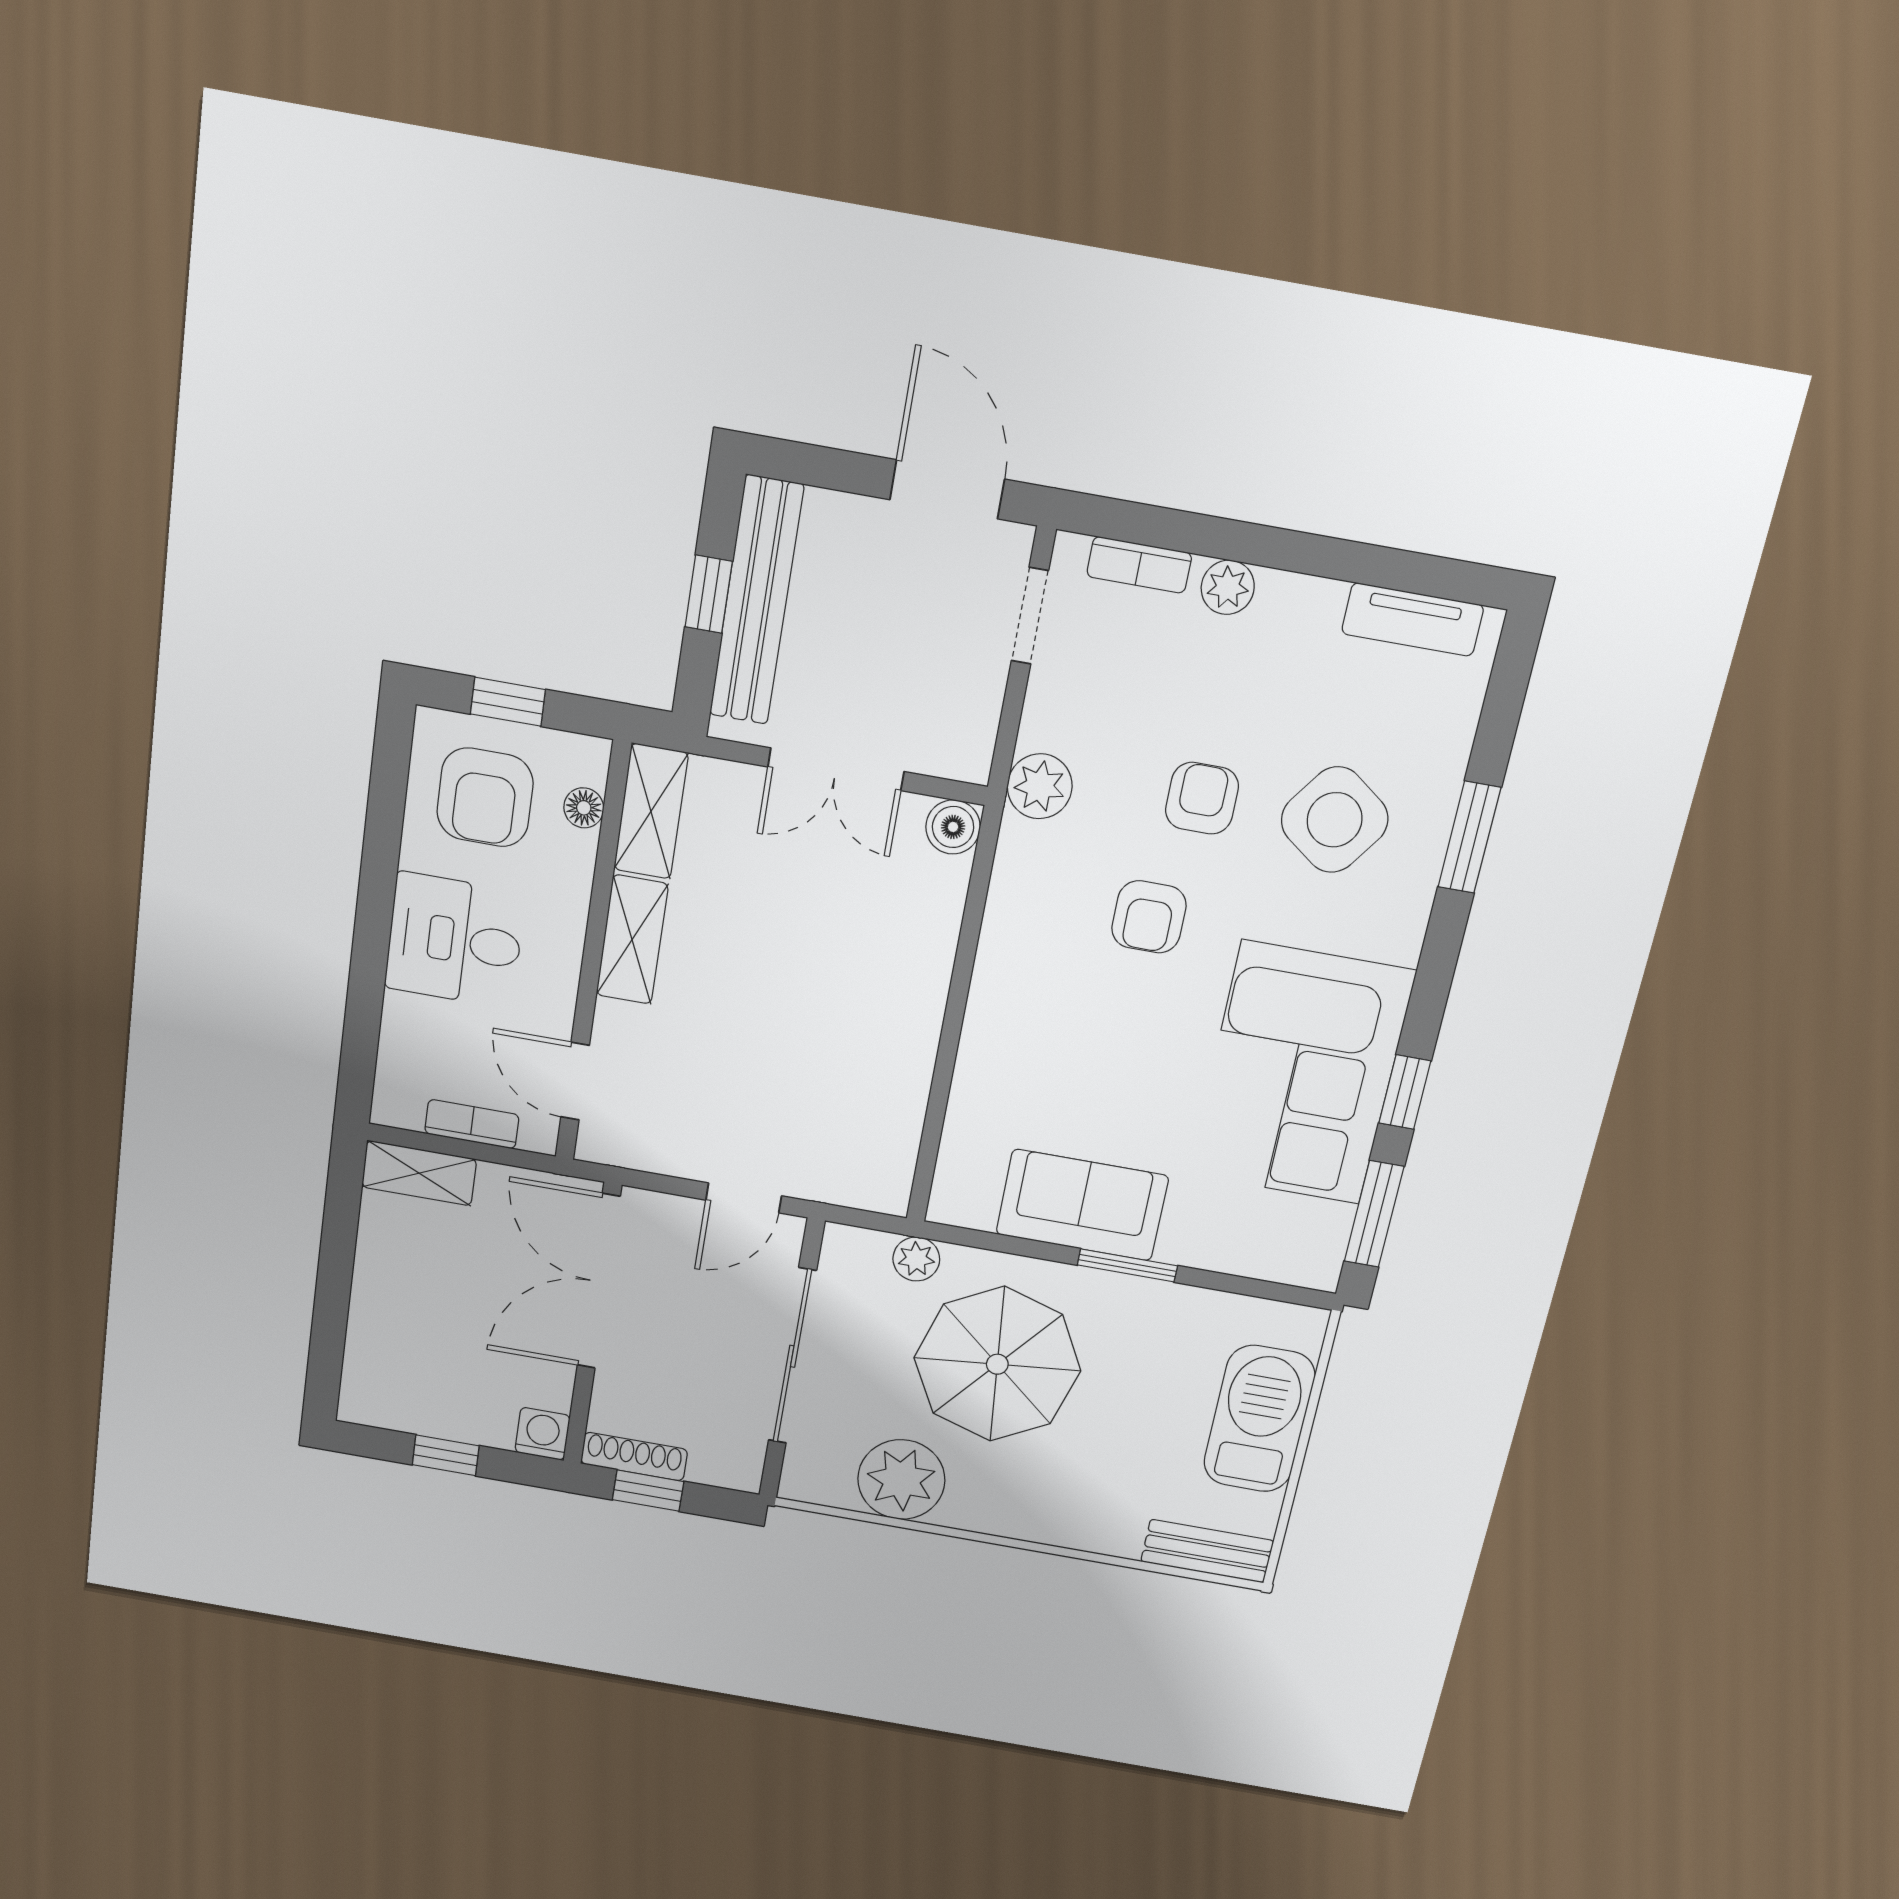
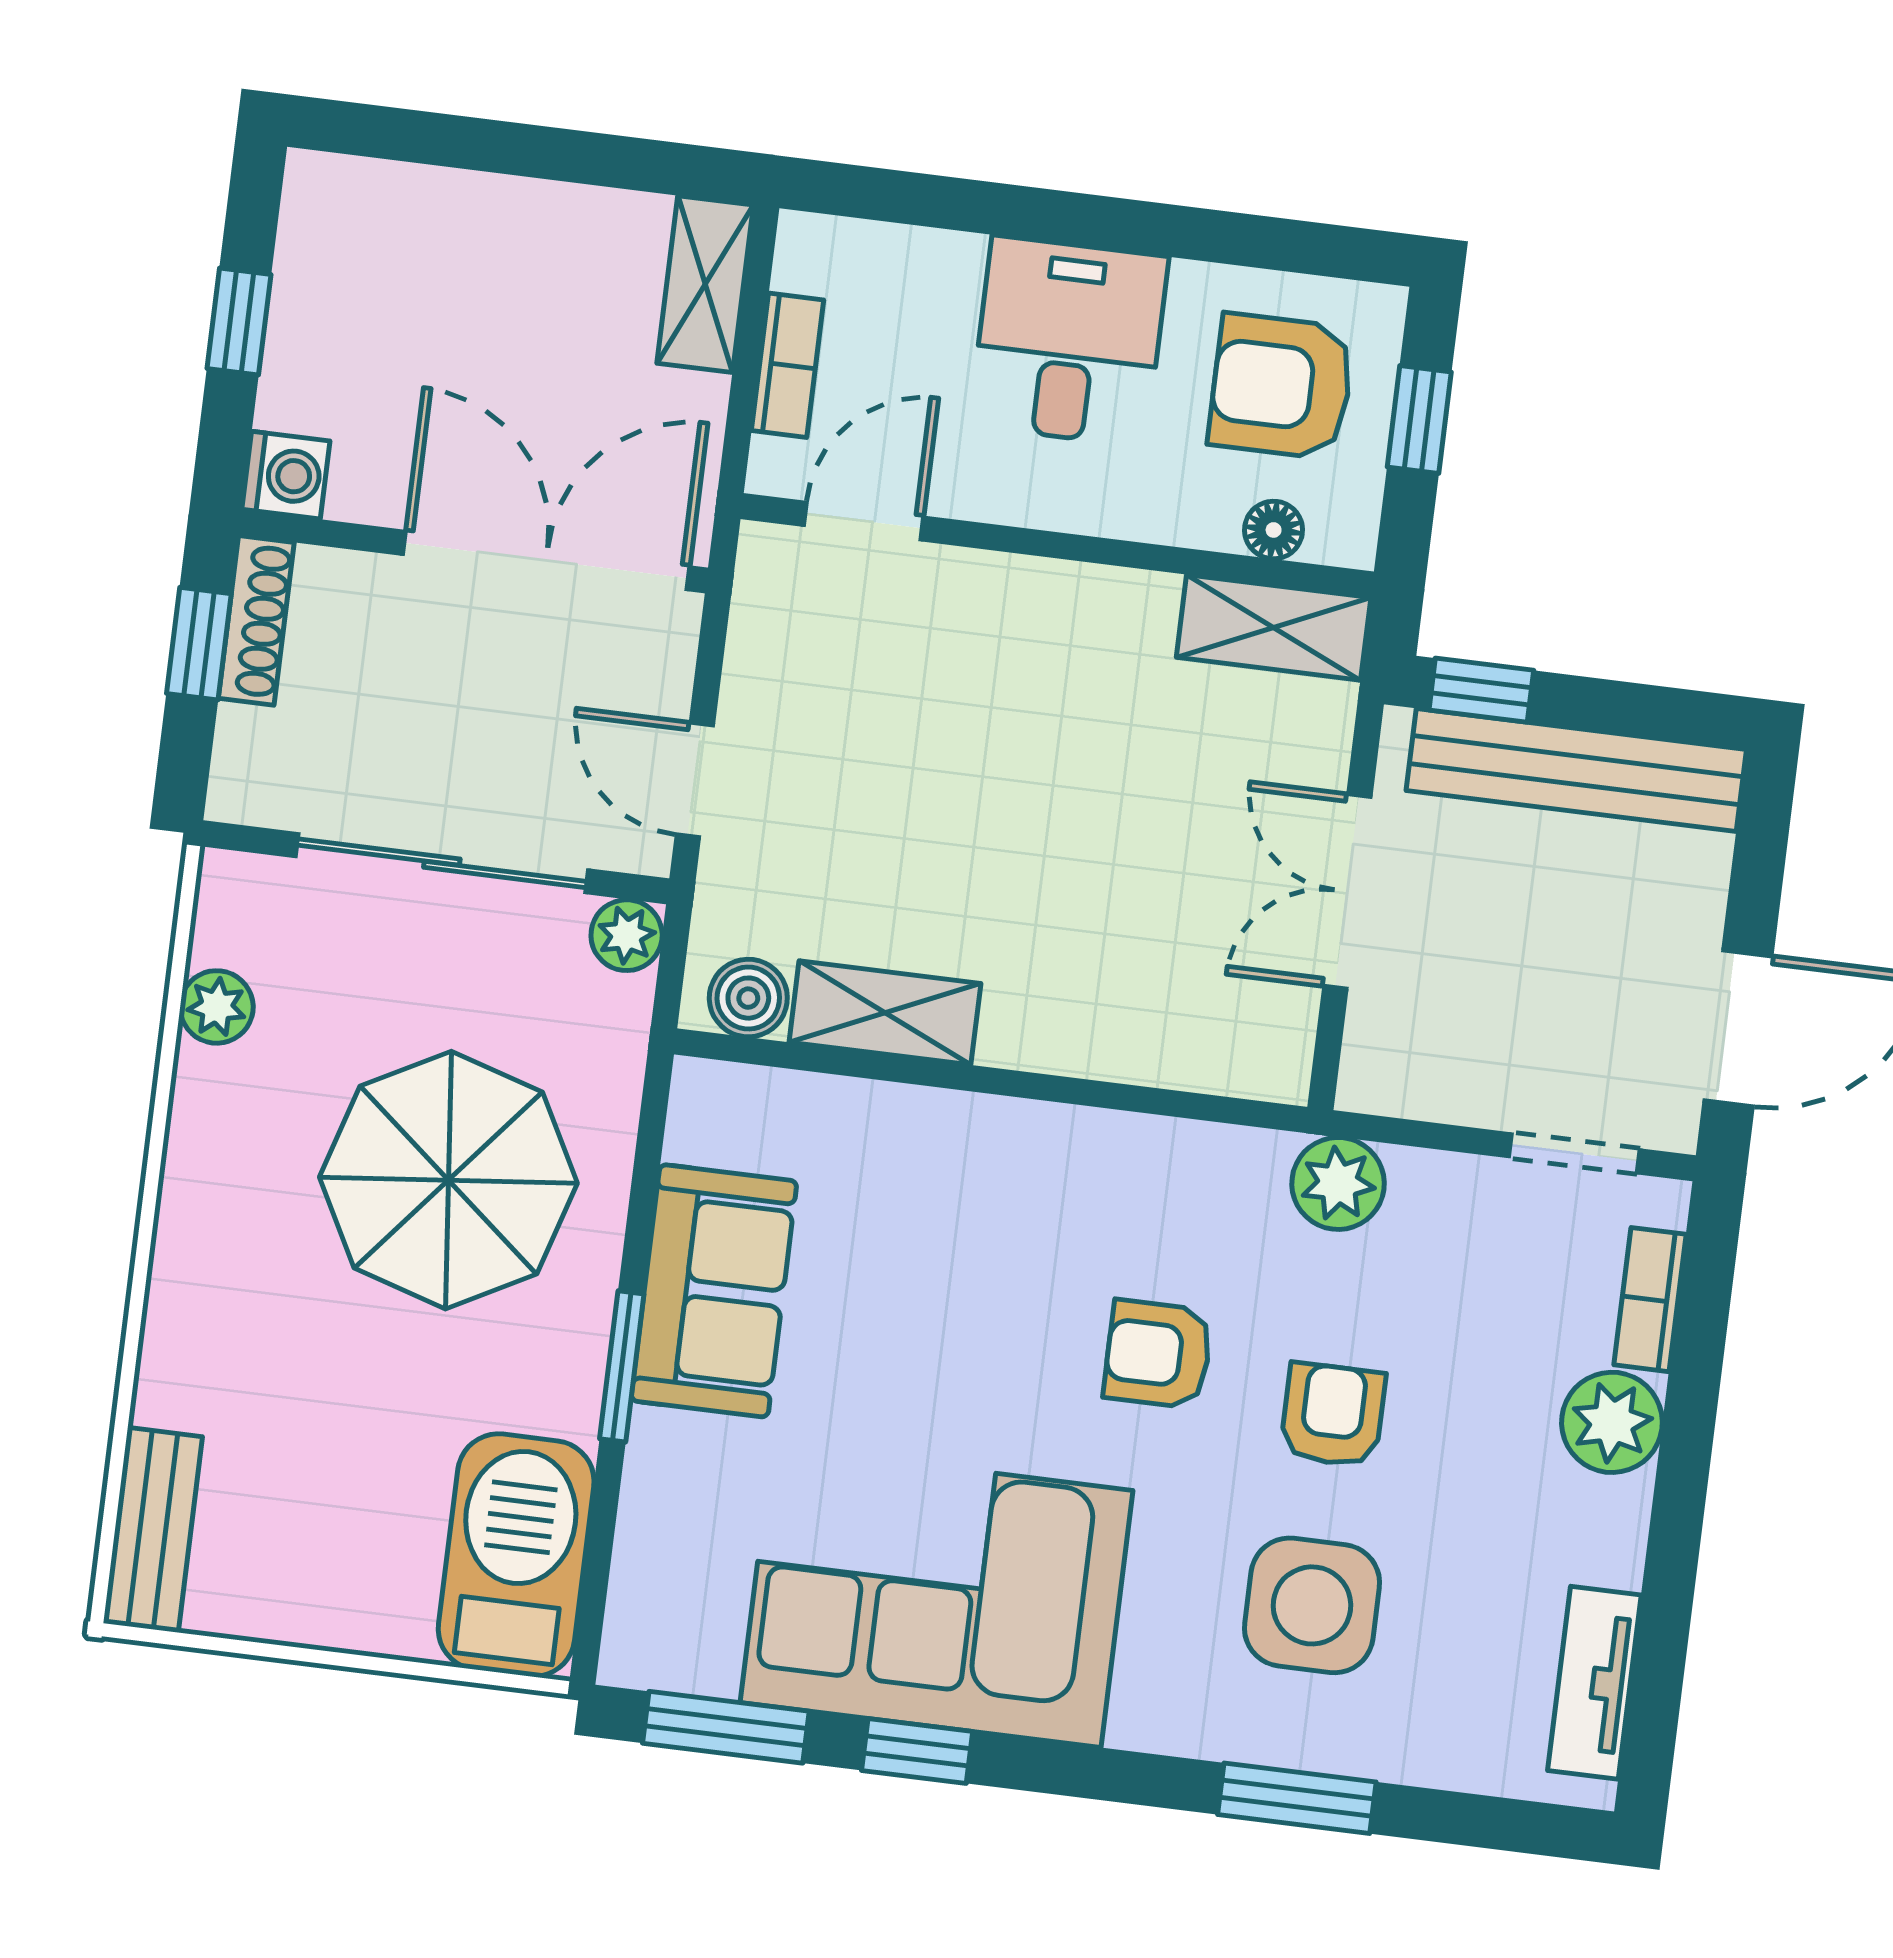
plant: (1228, 587) -> (1612, 1422), width x1.38, depth x1.38
window: (709, 594) -> (1481, 690), moved
armchair: (1202, 798) -> (1333, 1415), turned -90
side table: (1335, 820) -> (1312, 1605), turned -36
boiler: (953, 827) -> (748, 998), moved
shelving: (632, 940) -> (885, 1013), moved
plant: (916, 1259) -> (627, 935), moved
barbecue: (1259, 1419) -> (516, 1555), moved, turned -90
plant: (901, 1480) -> (217, 1007), width x0.53, depth x0.53

